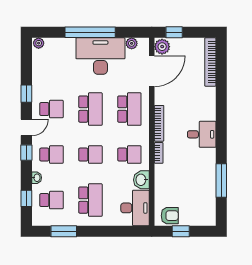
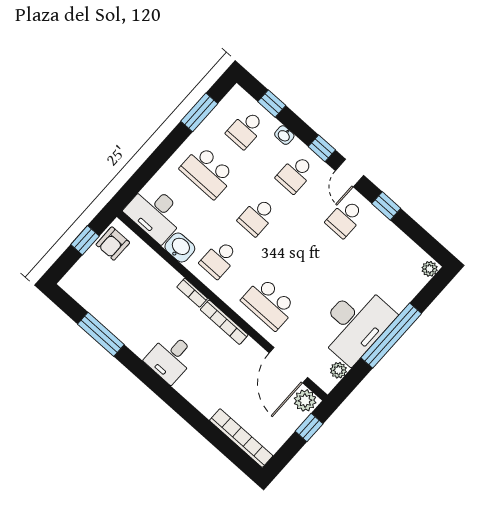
school desk: (90, 109) -> (307, 261), removed

